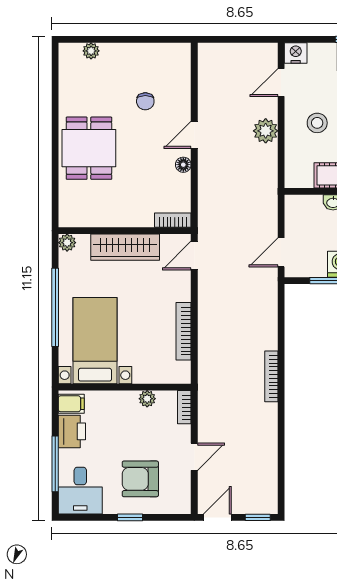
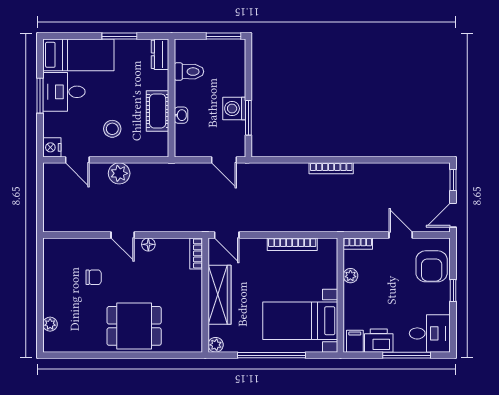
armchair: (140, 479) -> (432, 266), moved
door: (217, 517) -> (453, 215), hinge flipped

